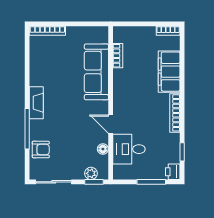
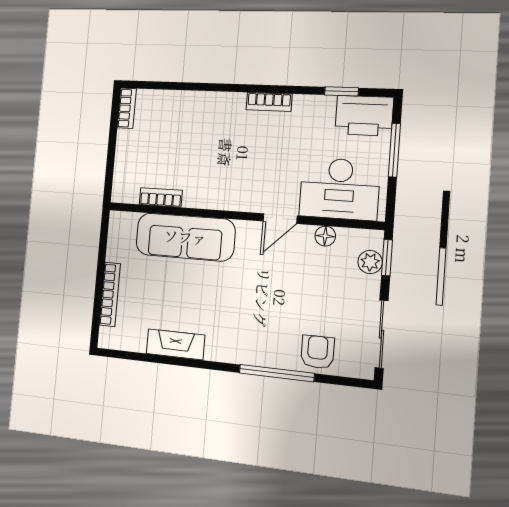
bookcase: (47, 31) -> (110, 294), moved
filing cabinet: (169, 72) -> (196, 109), removed
fireplace: (36, 103) -> (175, 344), moved
bookcase: (175, 113) -> (269, 102), width x0.64
desk: (129, 149) -> (339, 189), width x1.37
printer: (173, 172) -> (364, 116), width x1.87, depth x1.48

